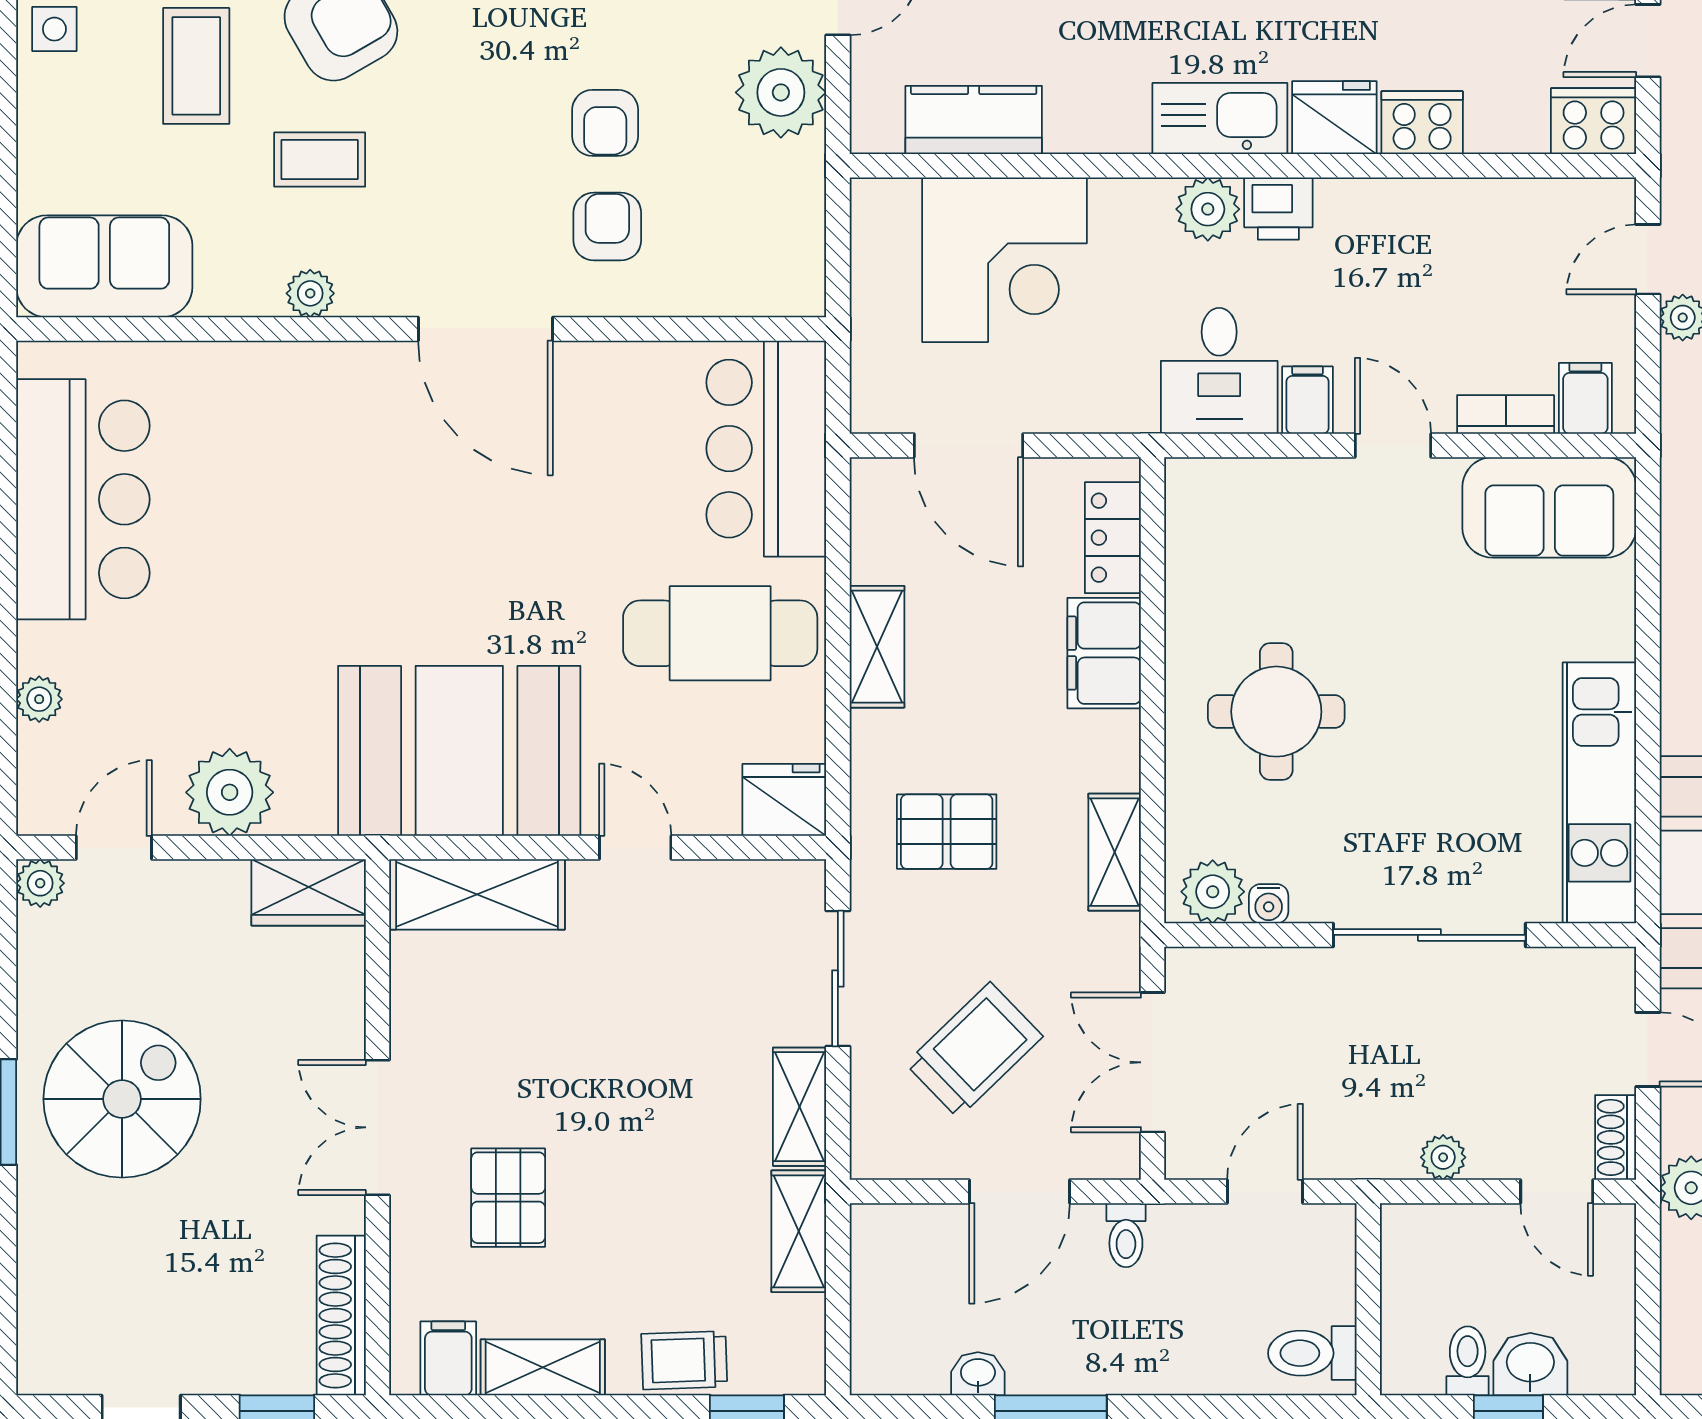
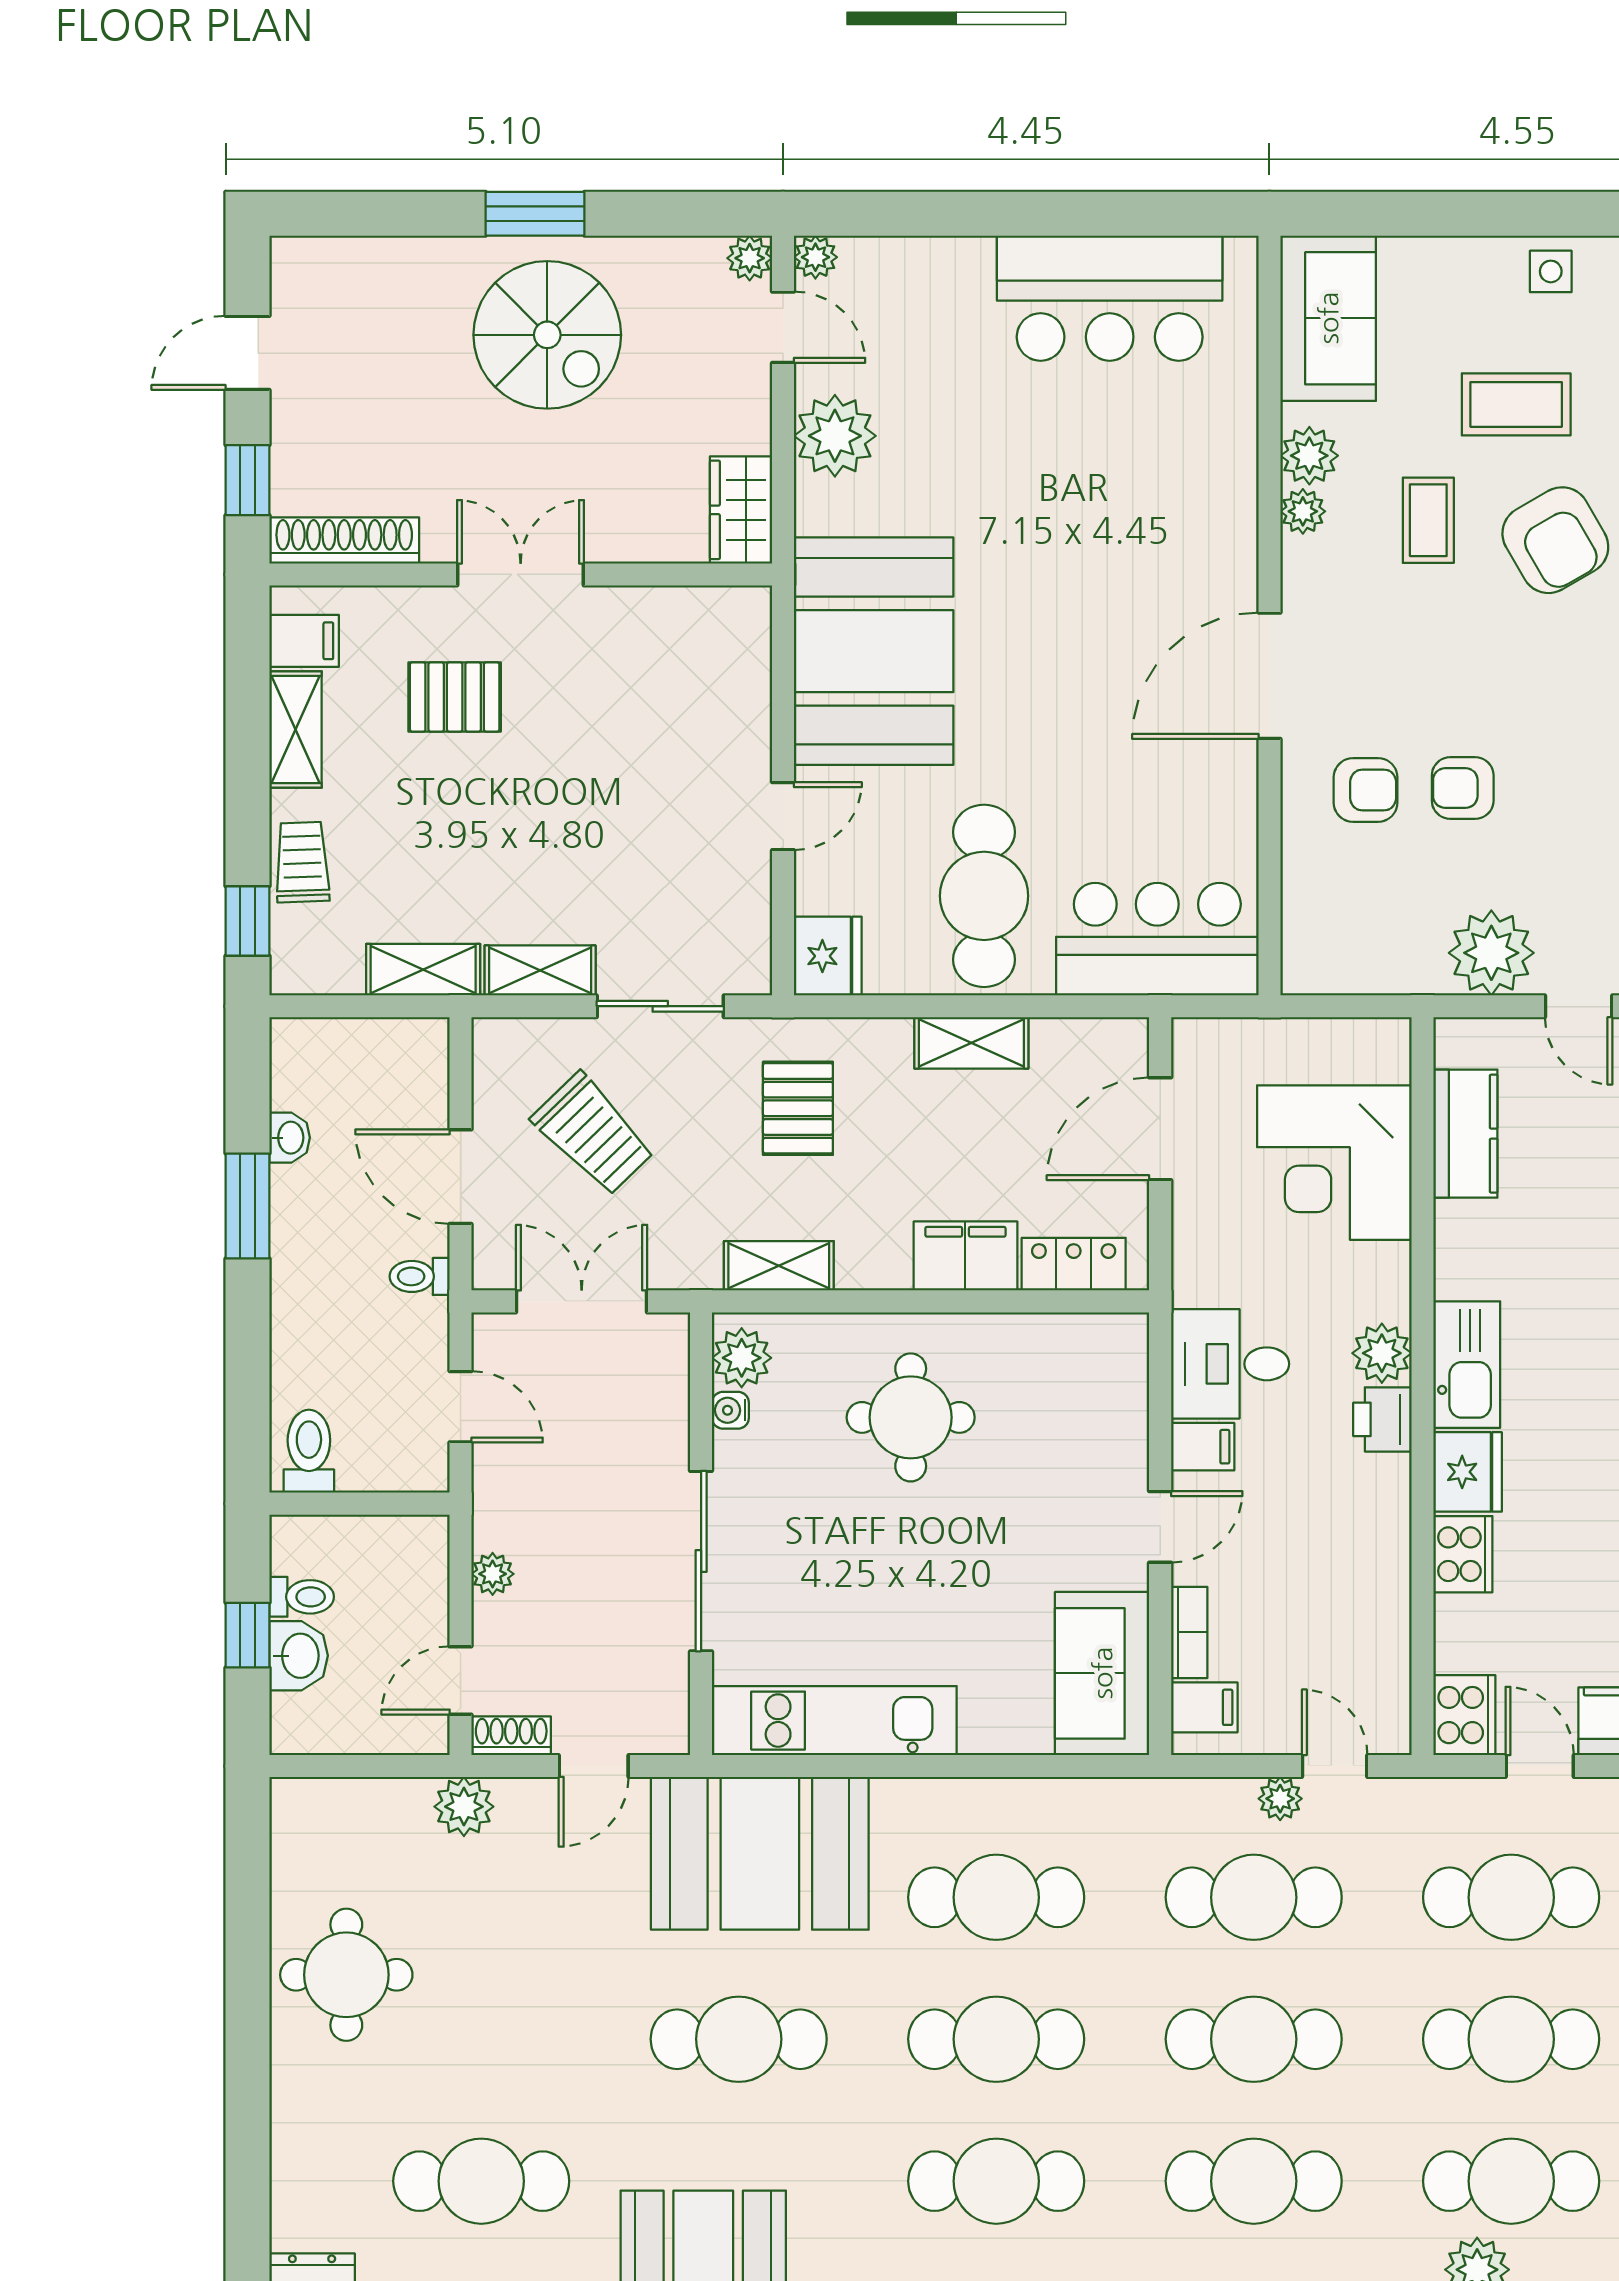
plant: (251, 287) -> (1309, 456), added
plant: (39, 699) -> (815, 257), moved
shelving: (477, 894) -> (739, 668), removed

